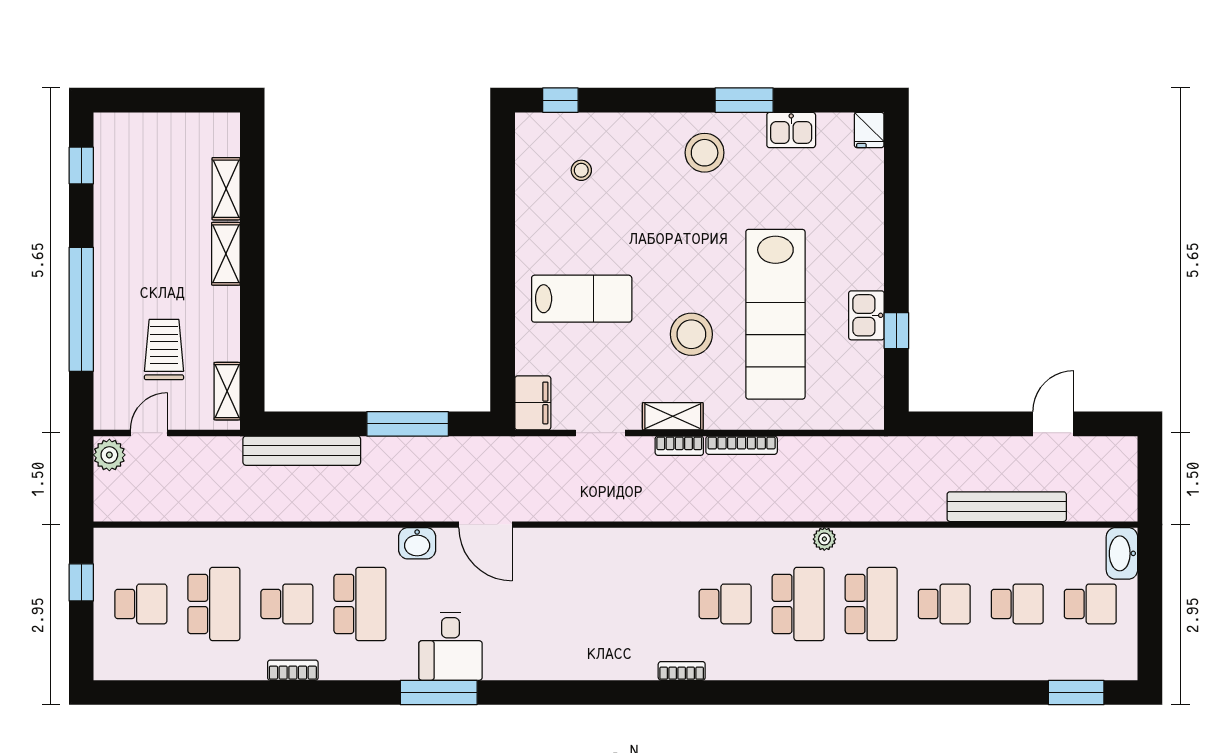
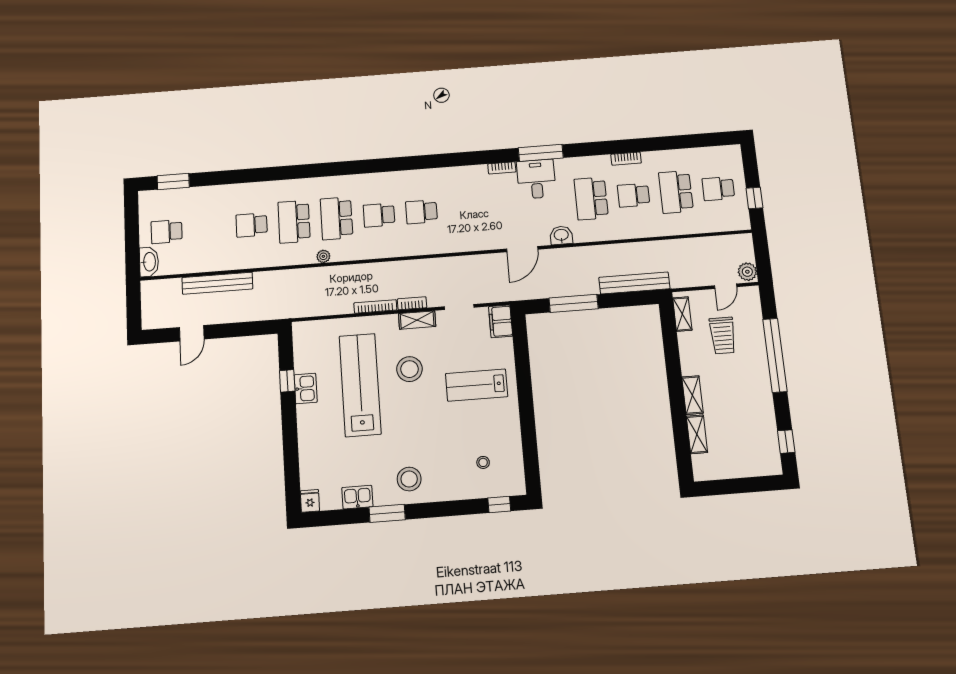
door: (486, 525) -> (522, 249), swing flipped
school desk: (1017, 604) -> (421, 212), moved
bookcase: (682, 671) -> (502, 168), moved

